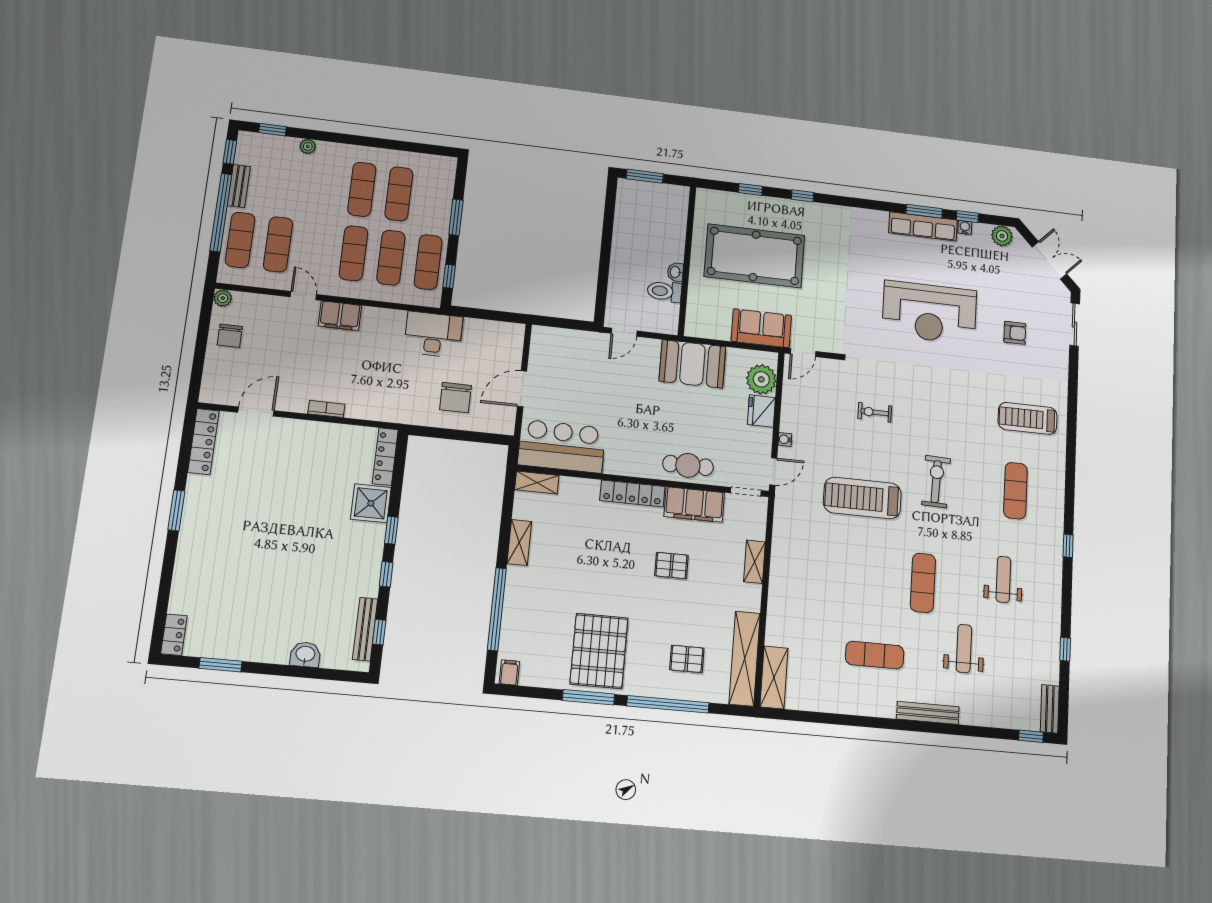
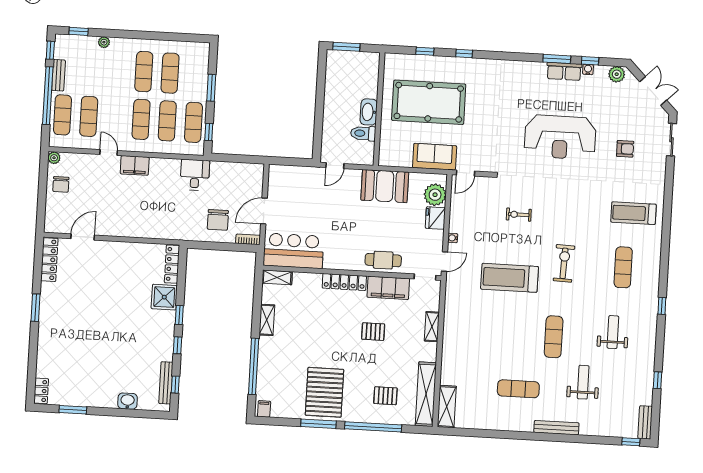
row of seats: (923, 226) -> (564, 71), width x0.68
washbasin: (675, 272) -> (369, 112), width x1.91, depth x1.45
desk: (433, 334) -> (195, 175), width x0.73
bookcase: (326, 409) -> (248, 239), moved

